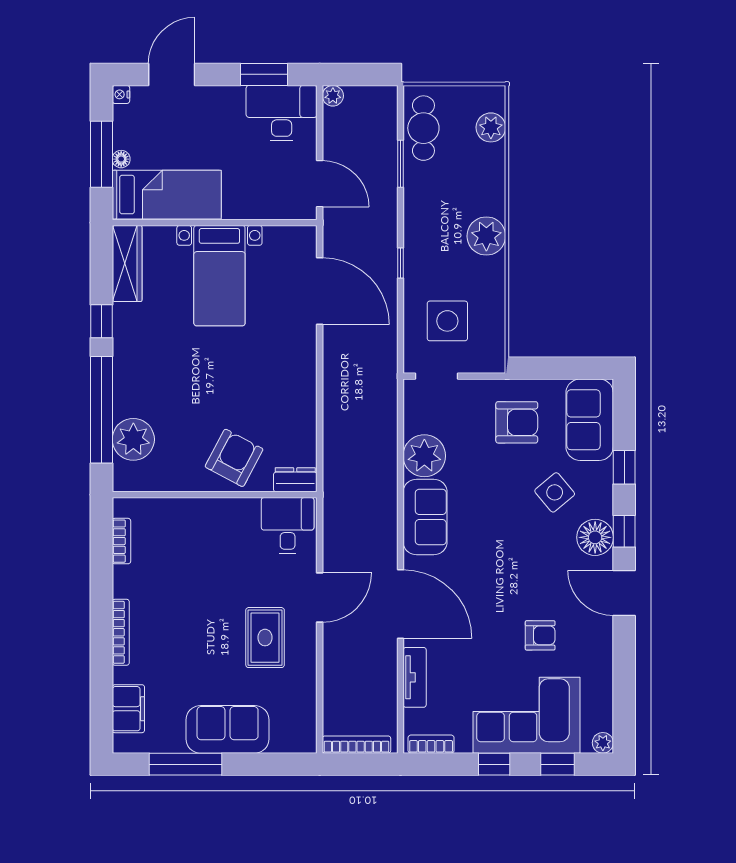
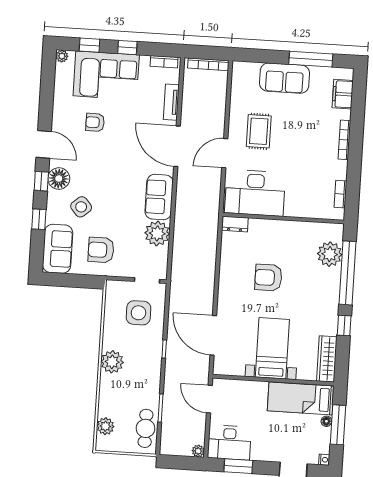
armchair: (234, 458) -> (268, 278), moved, turned 62
desk: (288, 526) -> (255, 193), width x1.87, depth x1.30

